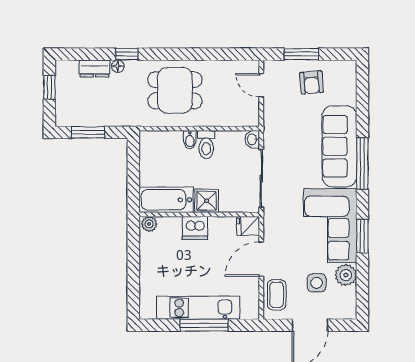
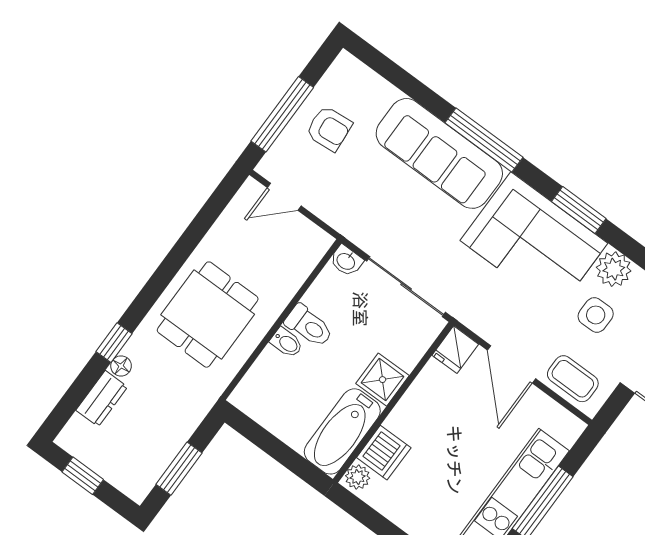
window: (301, 54) -> (282, 114), width x1.44
dishwasher: (195, 228) -> (384, 453), moved

